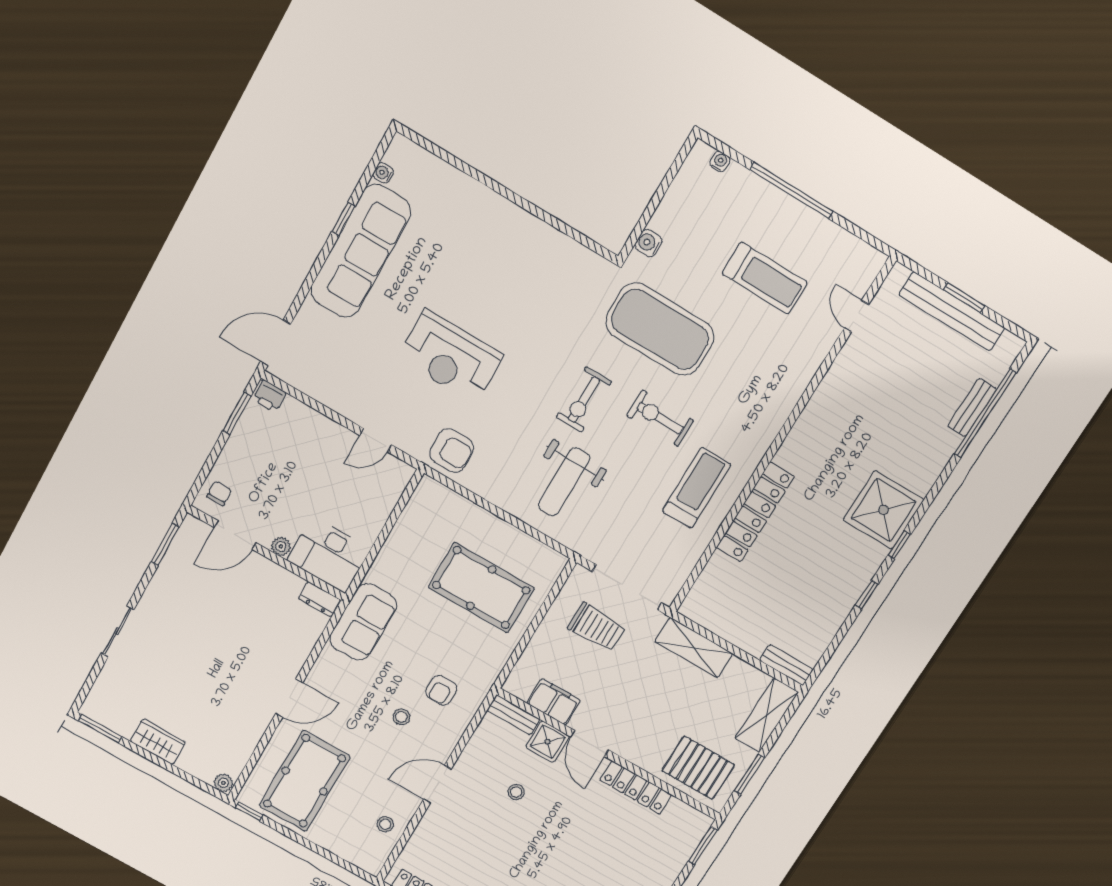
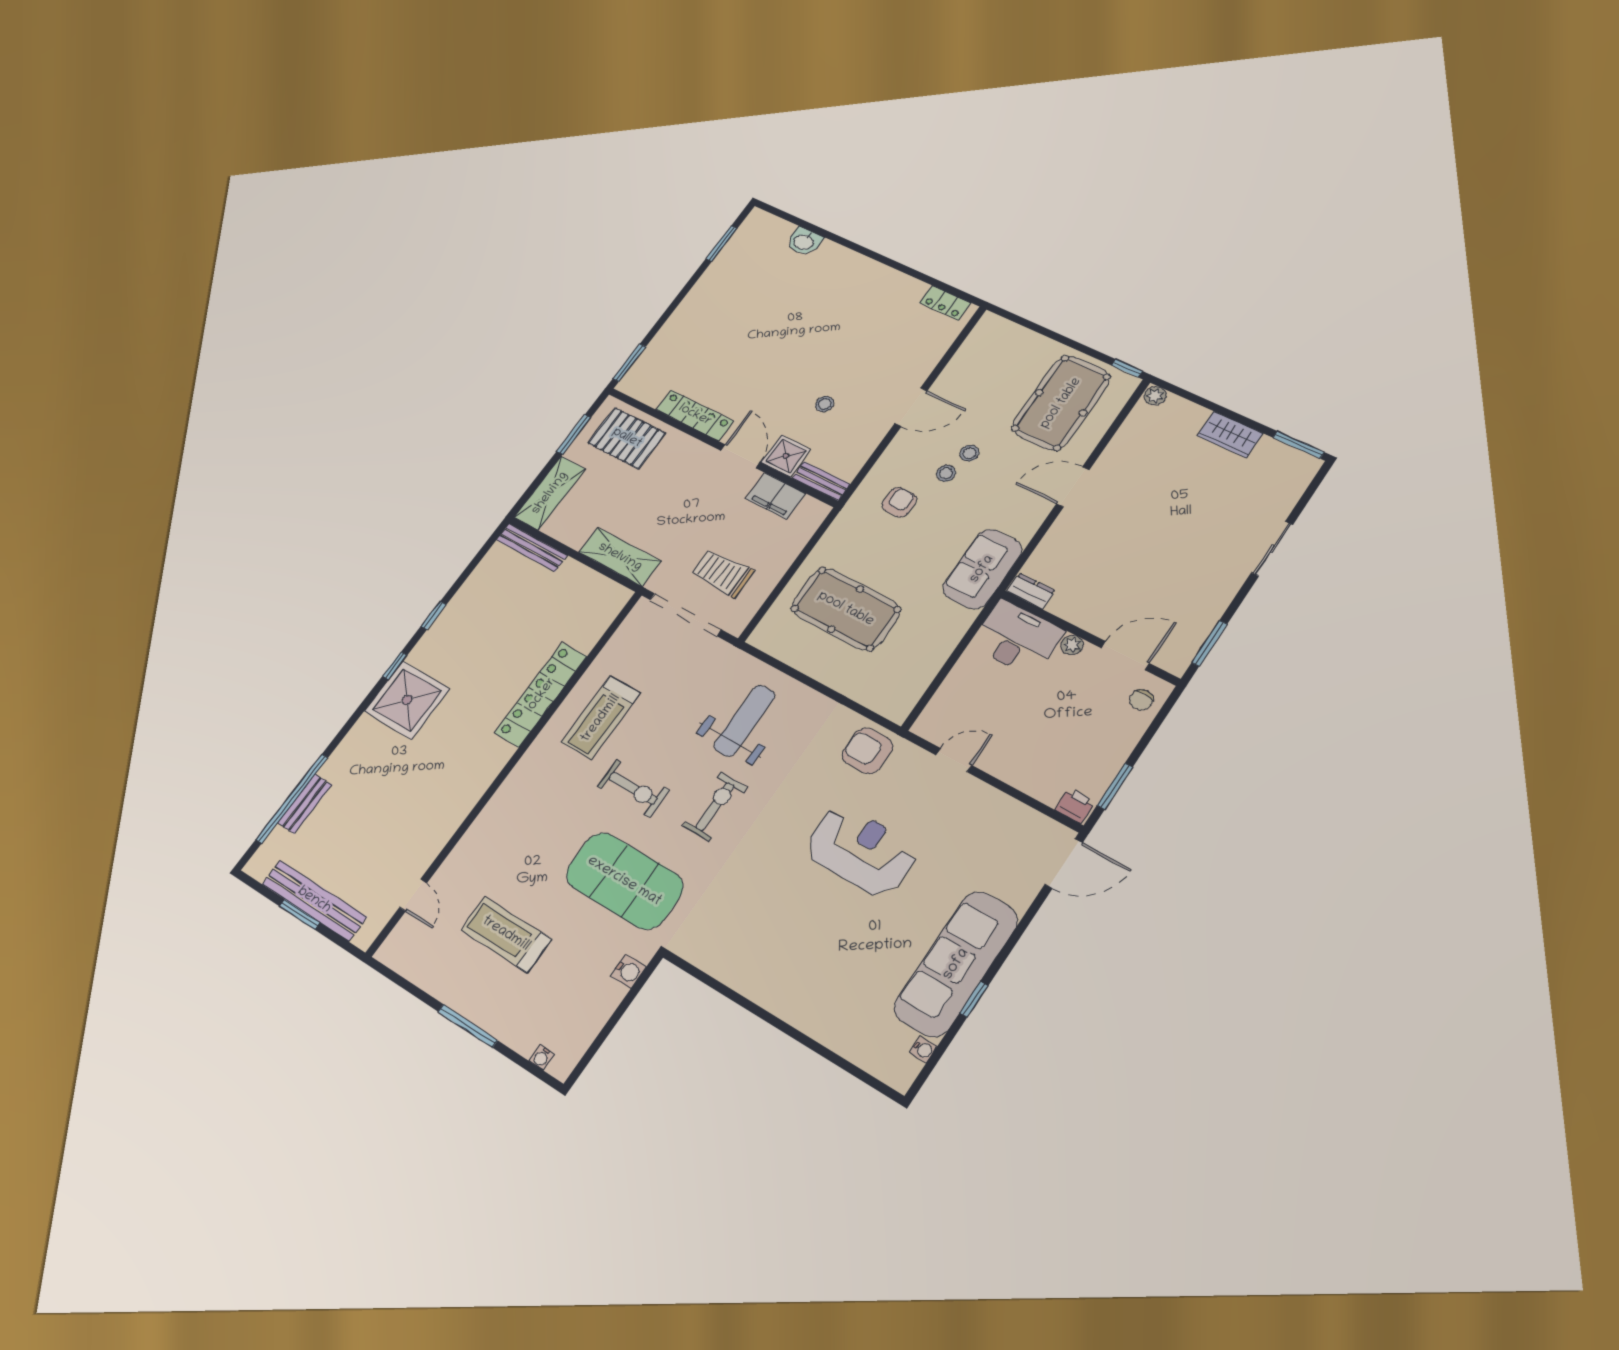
window: (791, 191) -> (468, 1026), width x0.68
bench: (786, 665) -> (532, 547), width x1.36
stool: (385, 824) -> (969, 453), moved

